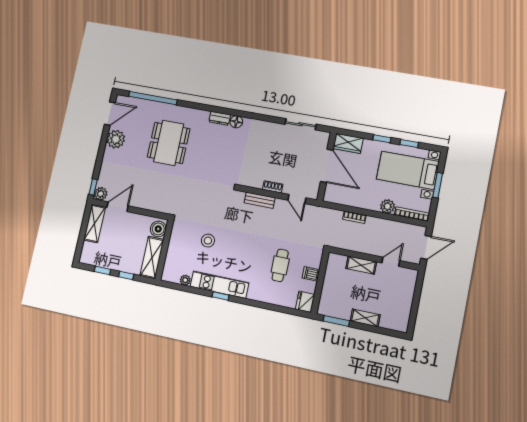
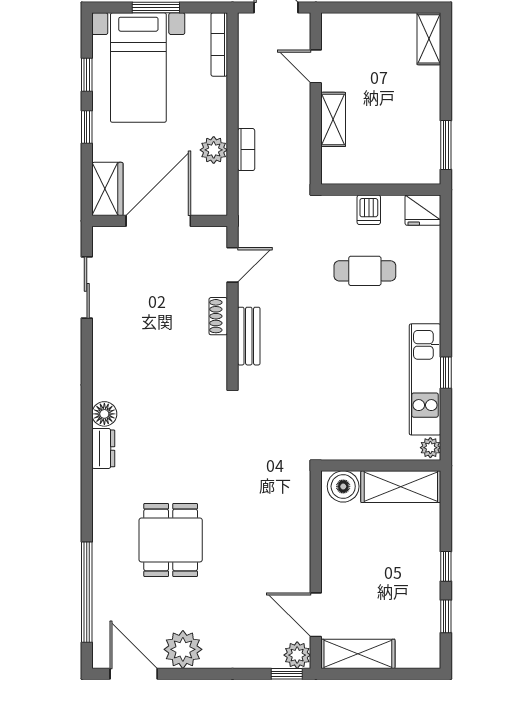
dining table: (169, 143) -> (171, 540), width x0.73
plant: (388, 206) -> (214, 150), moved
boiler: (158, 229) -> (343, 486), moved
stool: (208, 241) -> (346, 420), removed
wall: (164, 250) -> (381, 466), moved
shelving: (152, 258) -> (401, 487), moved
shelving: (365, 318) -> (429, 39), moved

